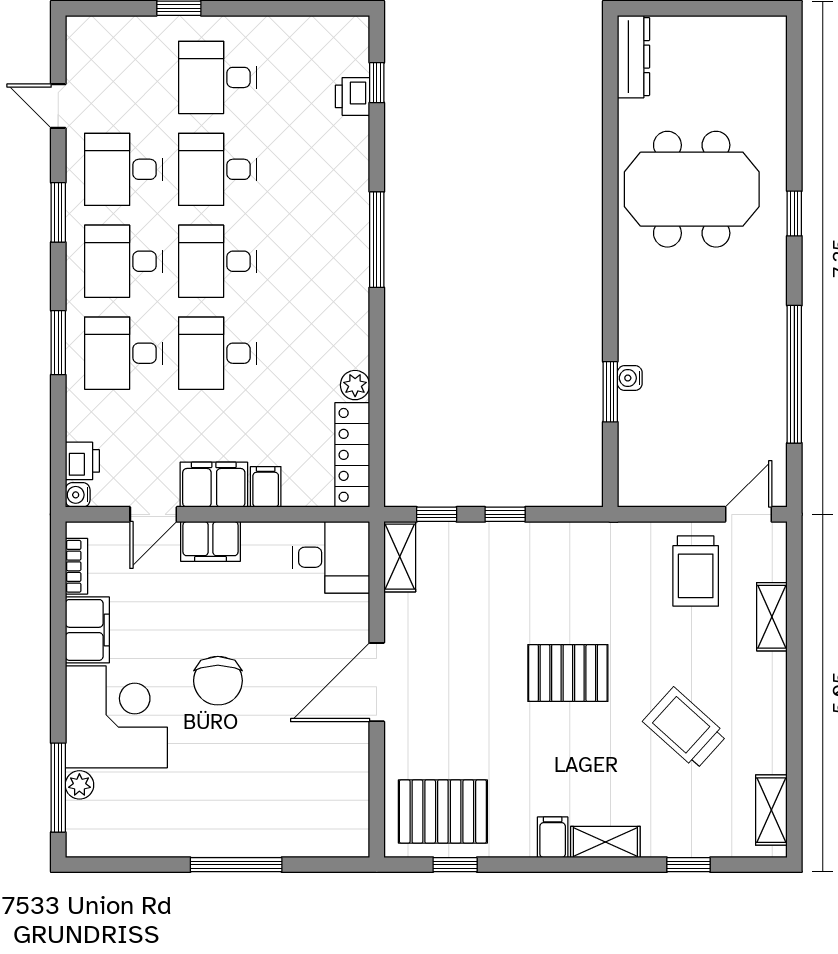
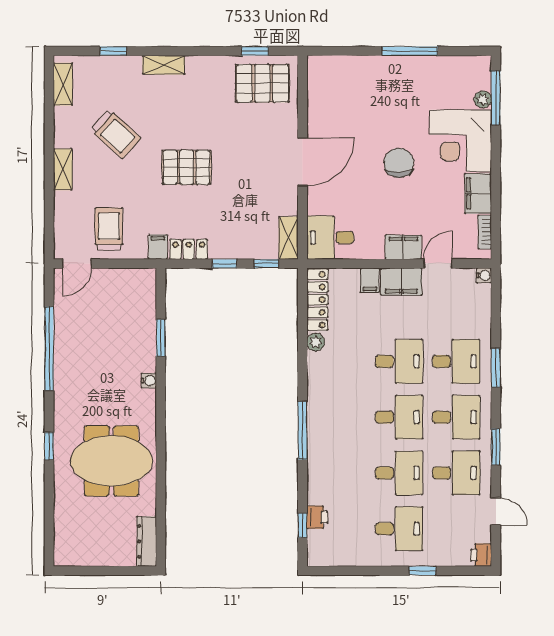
water cooler: (630, 378) -> (149, 381), moved
printer: (82, 461) -> (481, 555), moved
locker: (564, 538) -> (189, 249), added
shelving: (772, 617) -> (63, 169), moved
filing cabinet: (553, 837) -> (158, 247), moved, turned 180
window: (236, 865) -> (410, 51), moved

